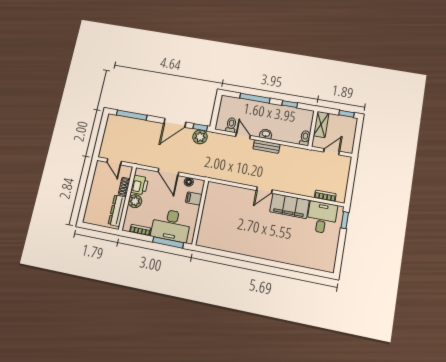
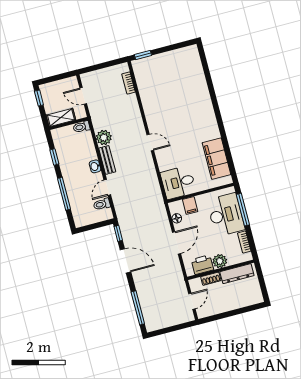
plant: (200, 137) -> (104, 138), moved
filing cabinet: (290, 206) -> (217, 159), moved, turned 180
desk: (322, 217) -> (178, 182), moved

